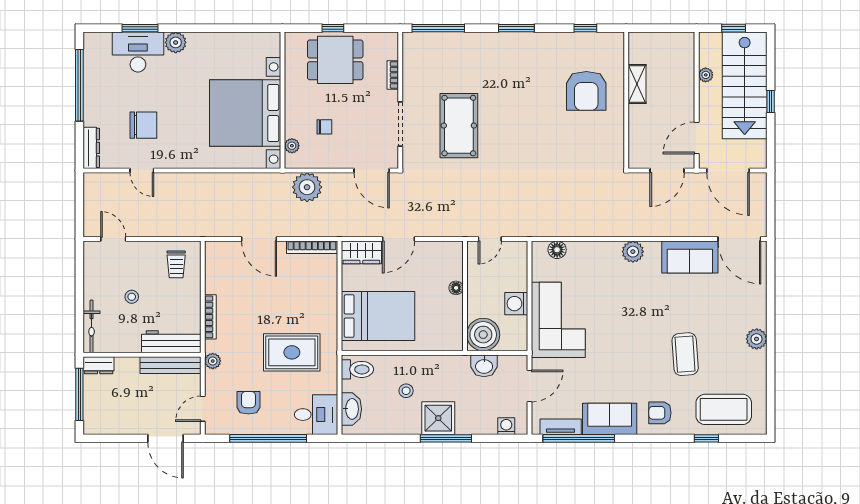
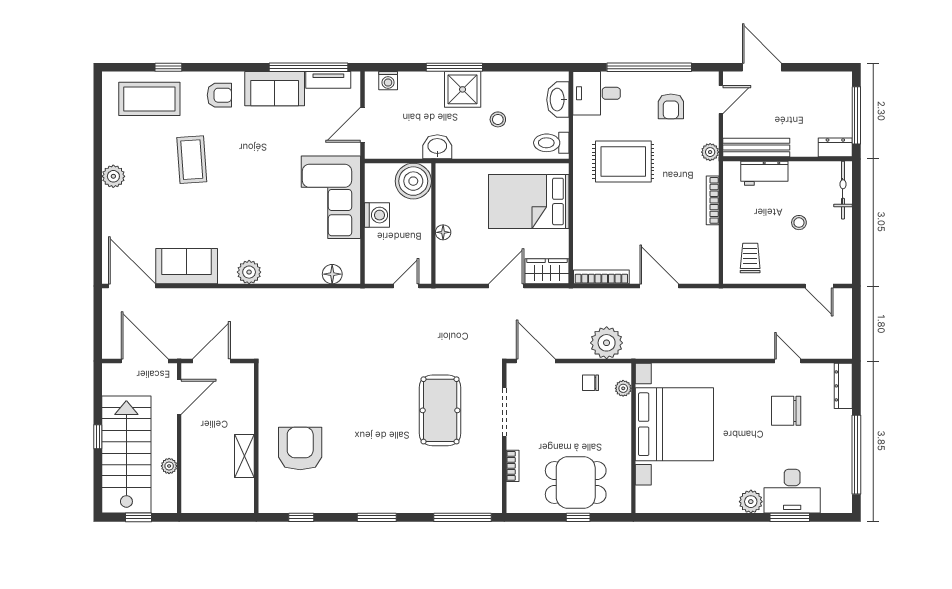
chair: (324, 127) -> (591, 383), moved
workbench: (171, 342) -> (764, 173), width x0.73
washbasin: (484, 366) -> (437, 147), moved

